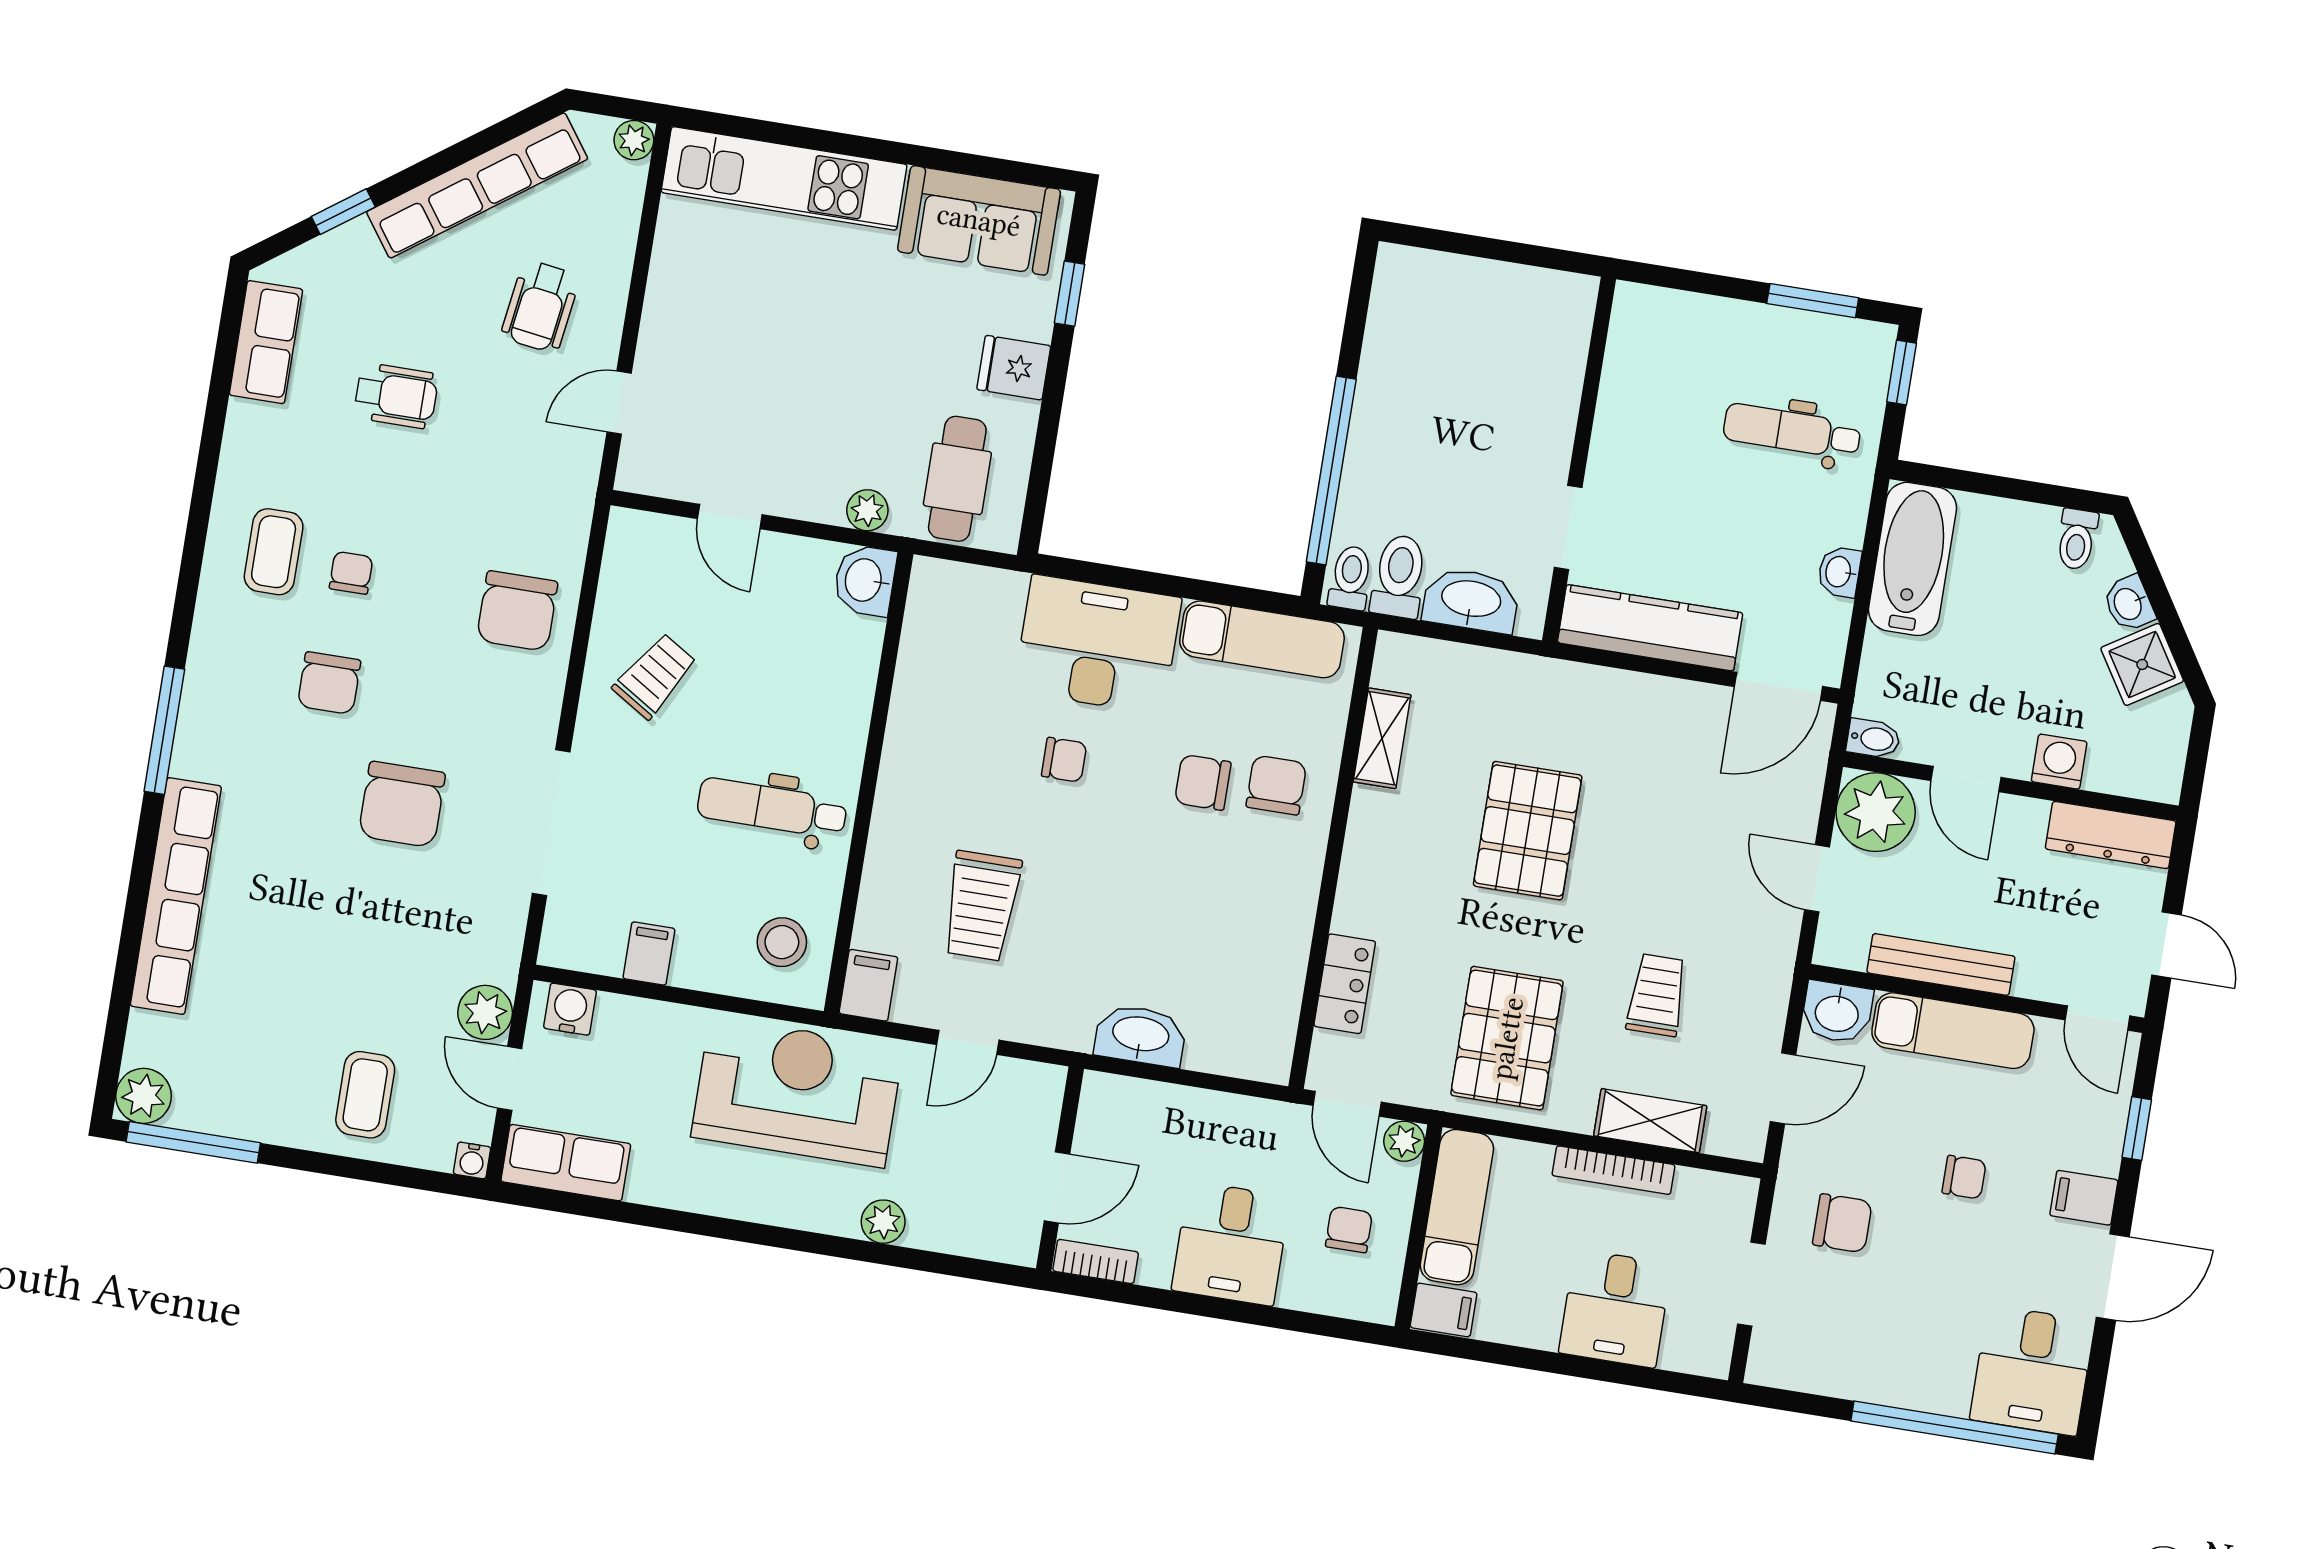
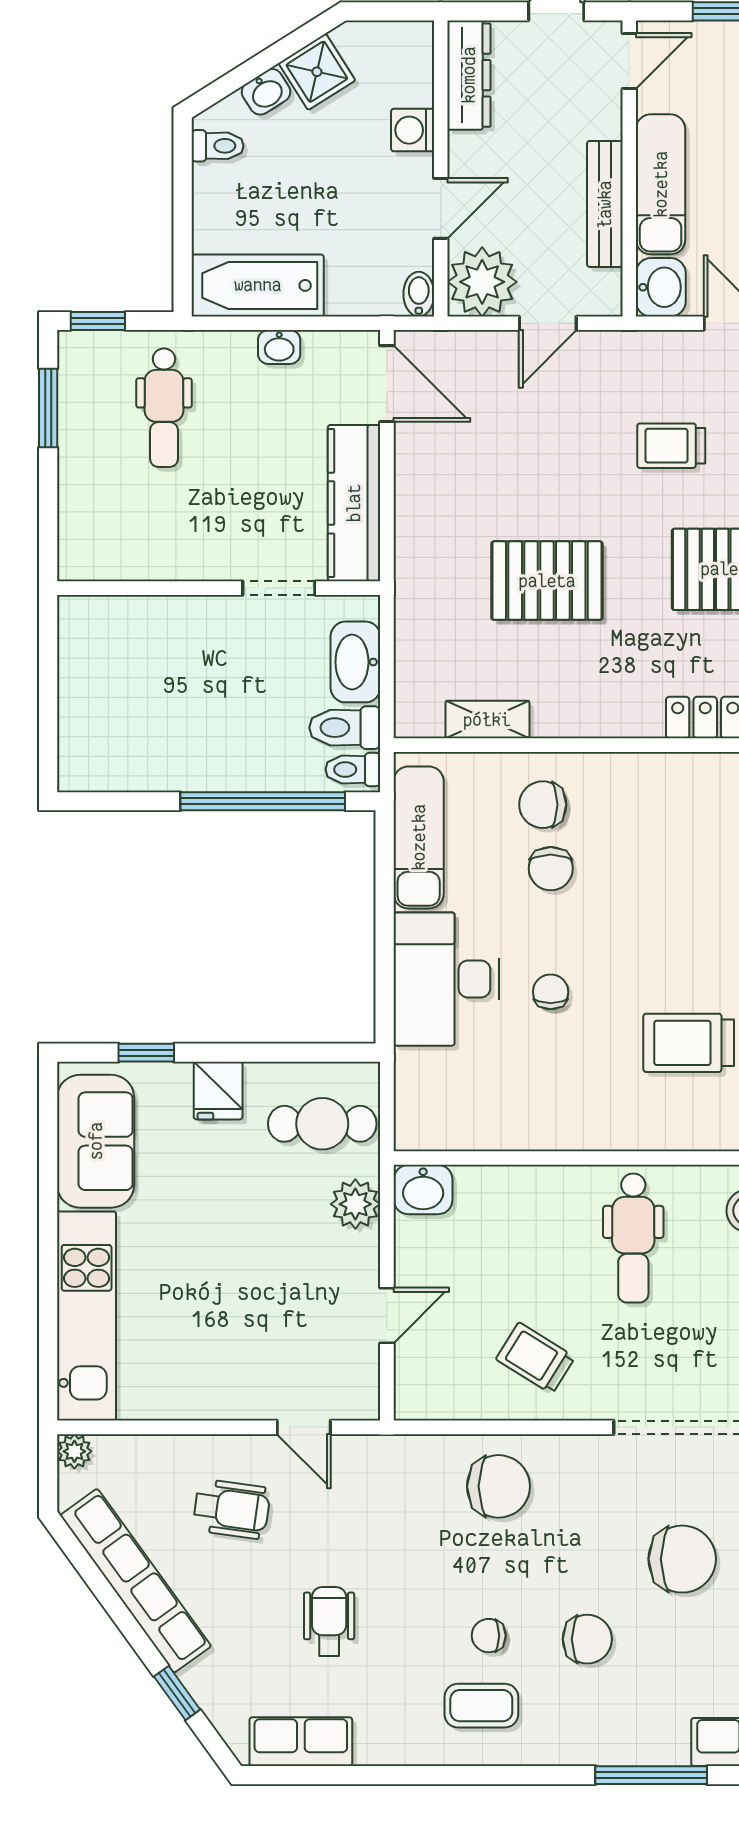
plant: (867, 510) -> (355, 1204), width x1.38, depth x1.38
trolley: (982, 906) -> (689, 1043), turned 180

